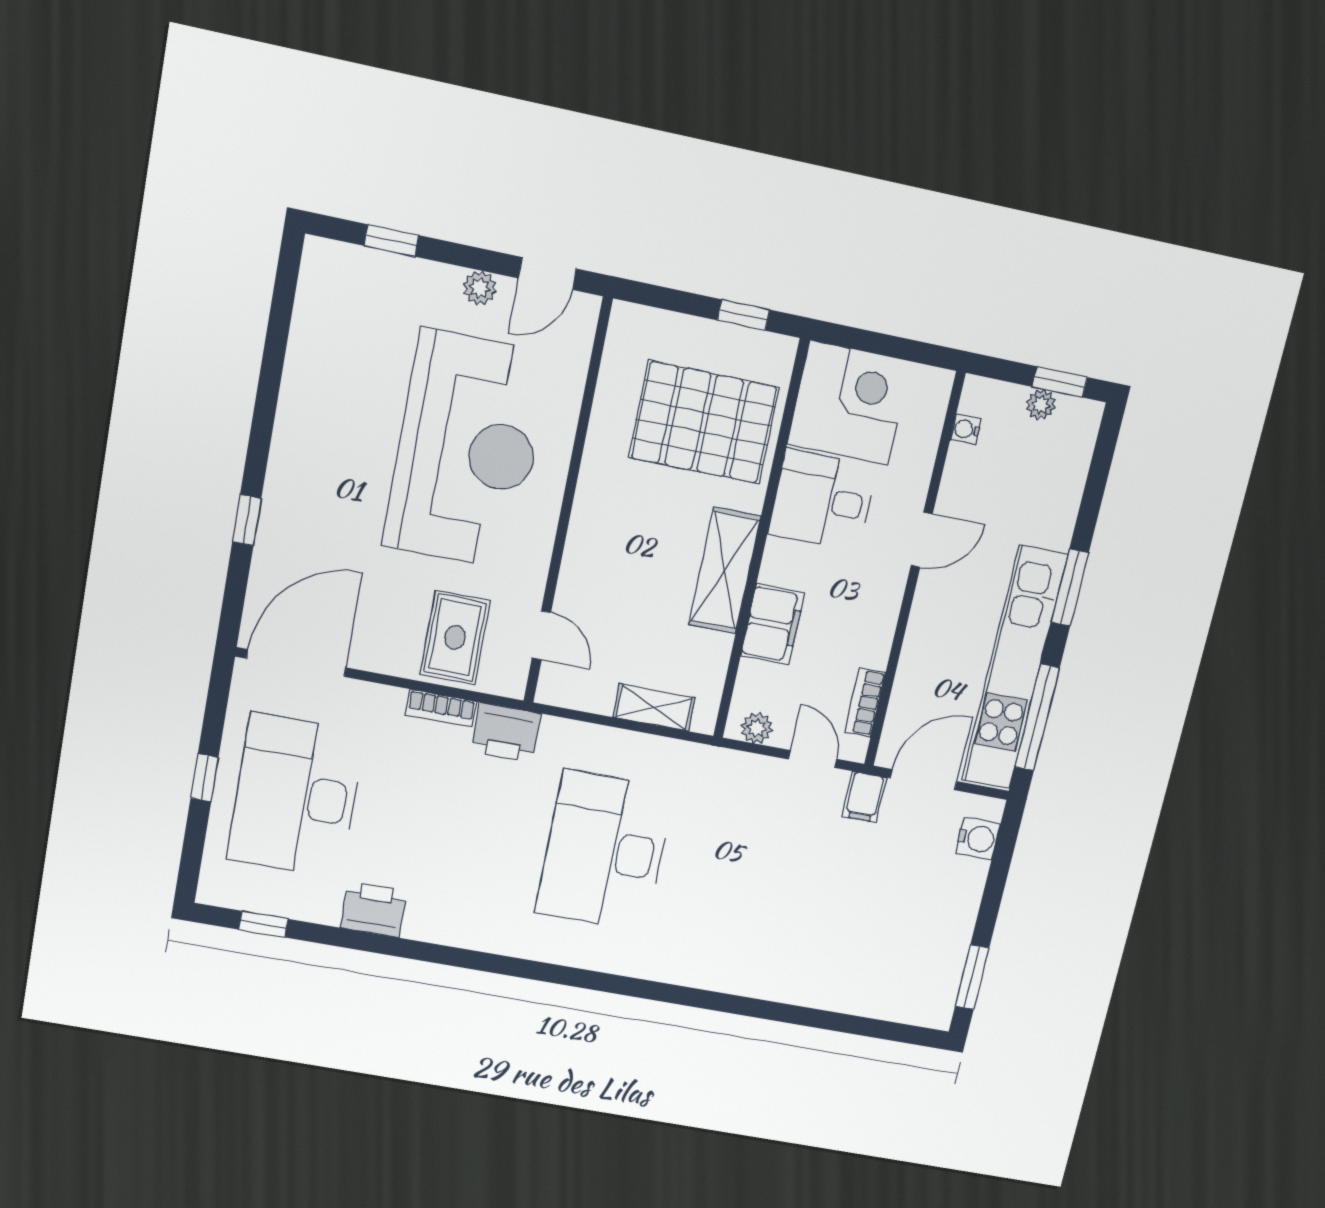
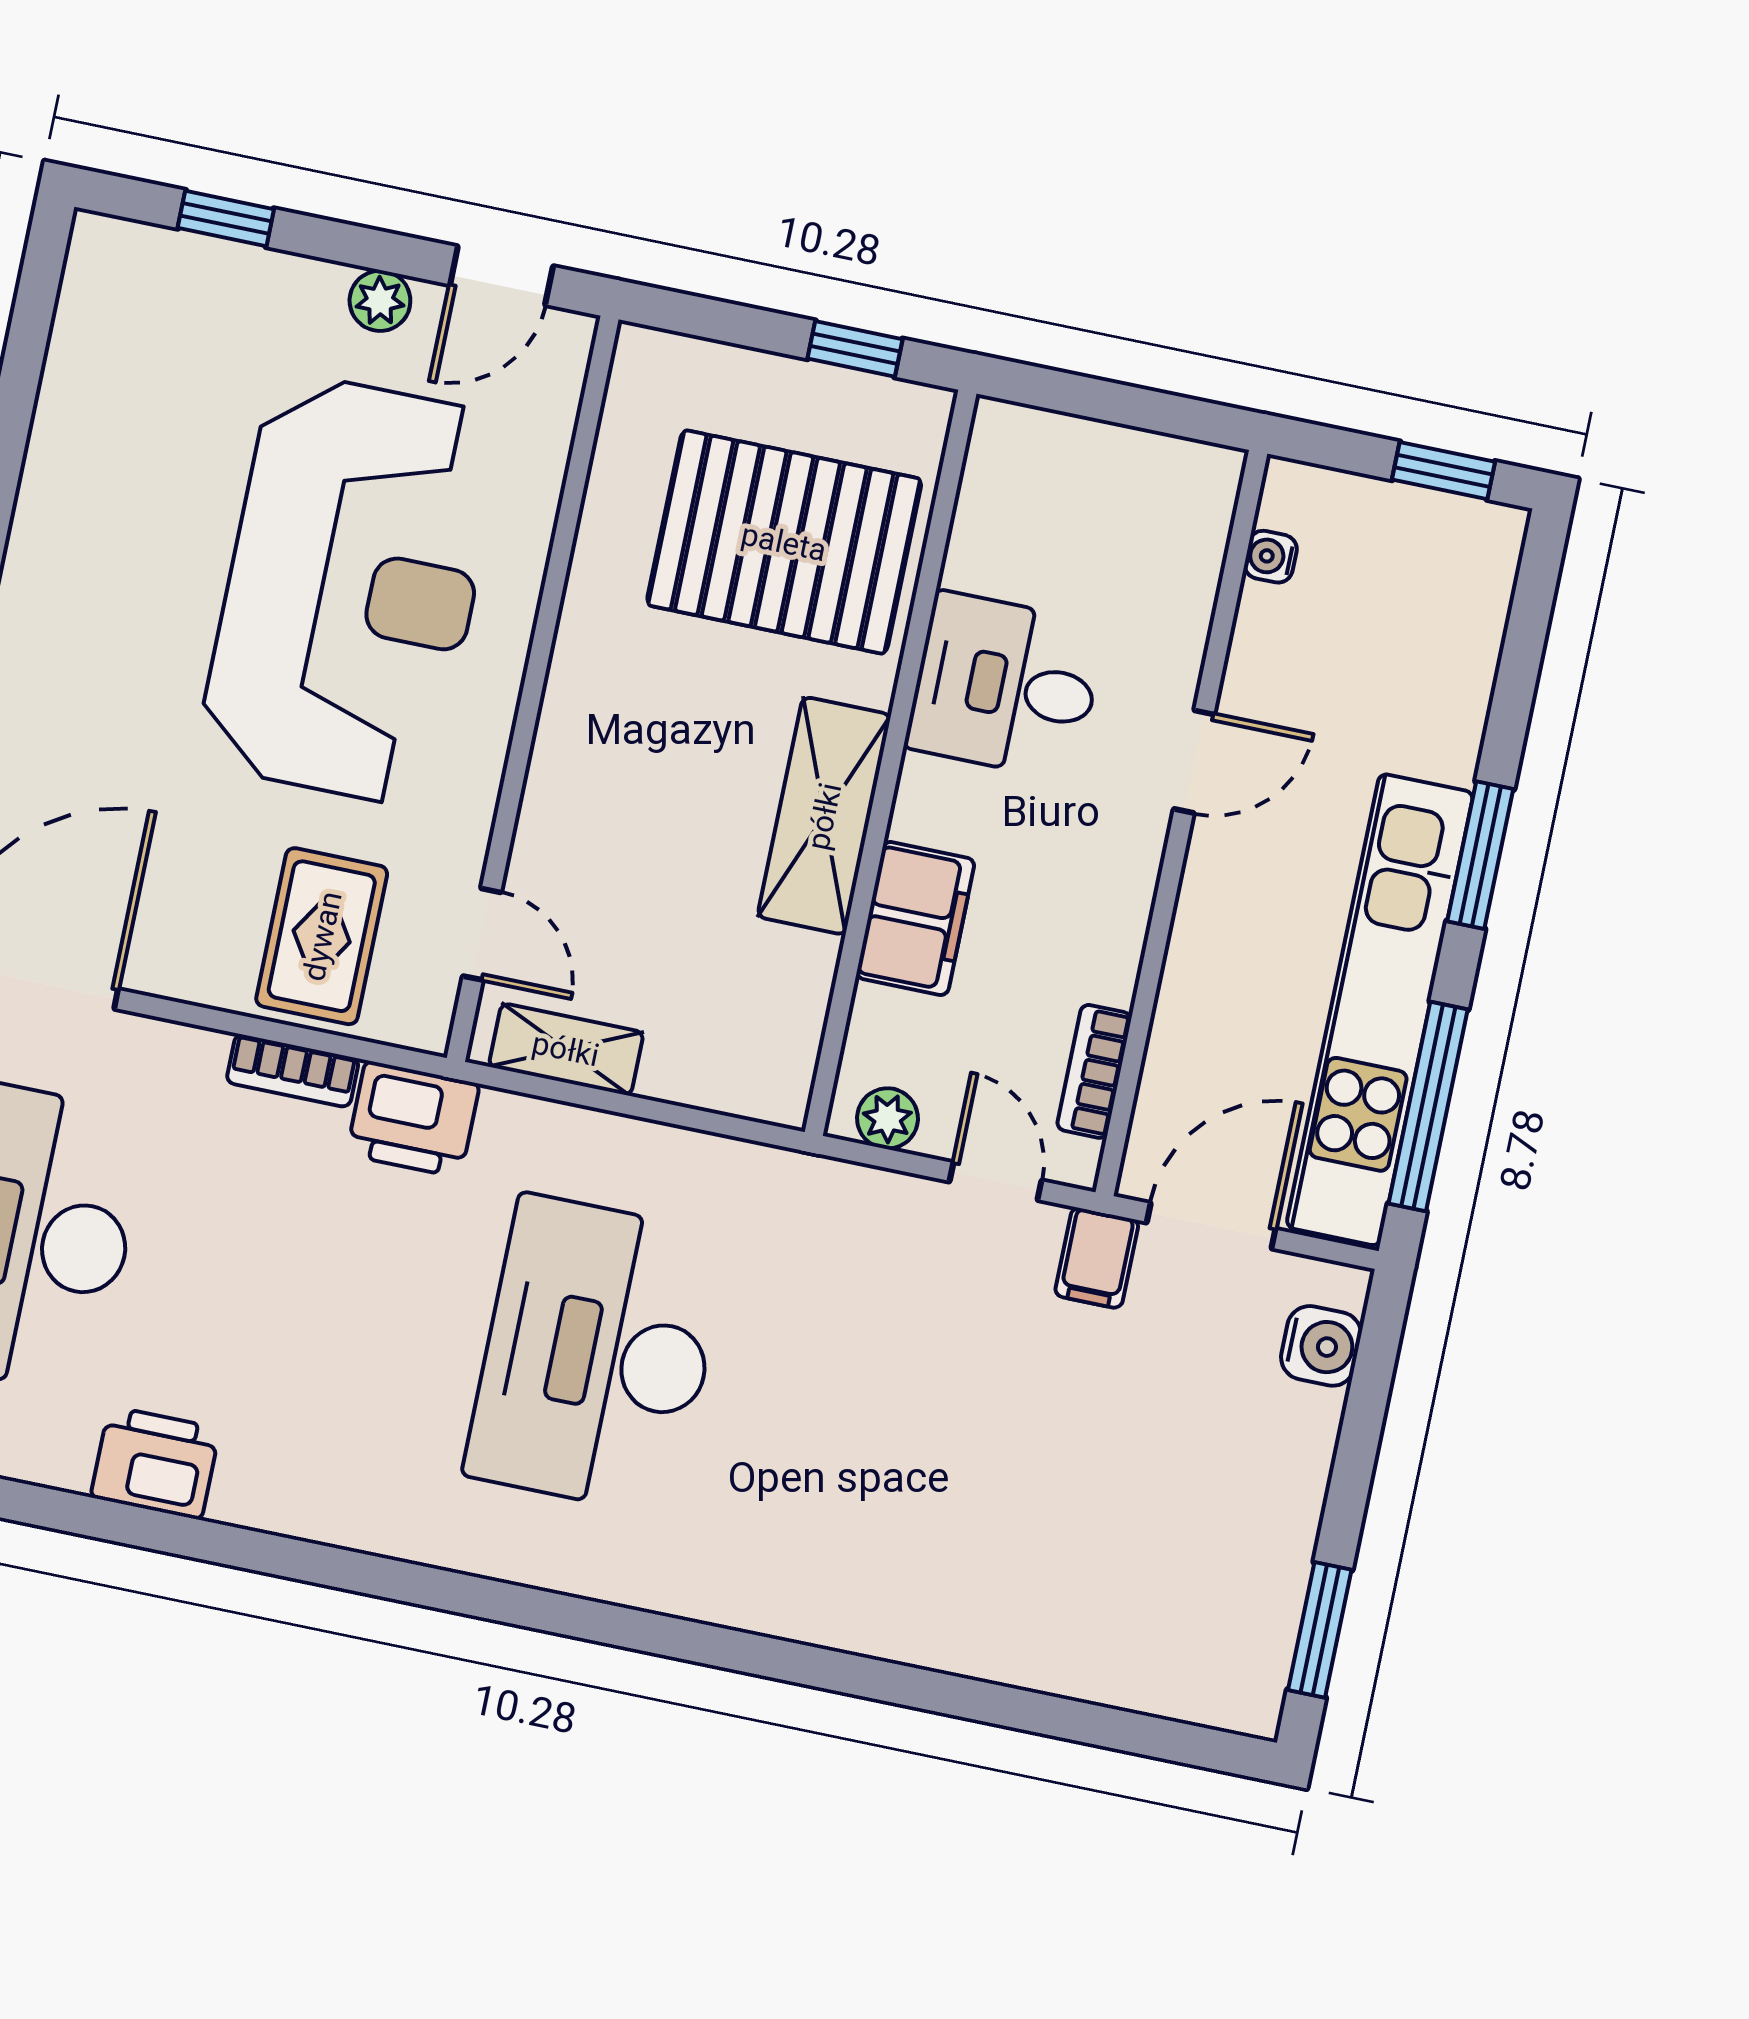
corner desk: (849, 403) -> (1051, 507), removed
plant: (1041, 405) -> (1410, 512), removed
shelving: (654, 708) -> (566, 1049), moved

